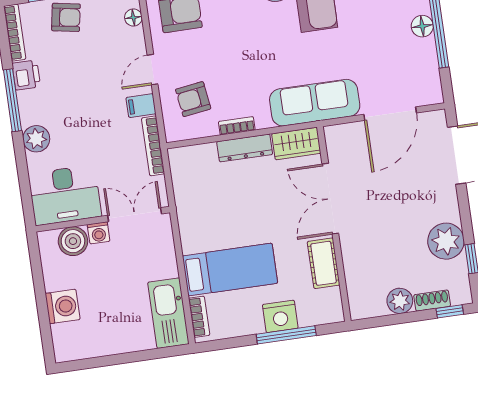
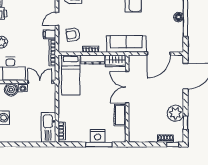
bed: (230, 270) -> (71, 75), moved, turned 90
plant: (400, 301) -> (151, 137), removed

